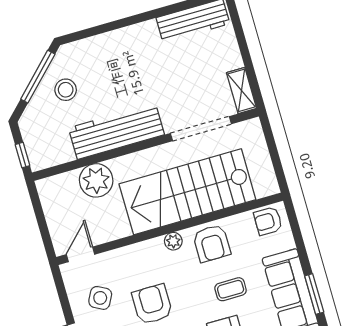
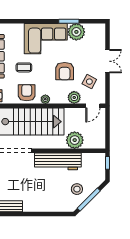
plant: (120, 260) -> (74, 97), added

